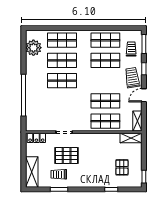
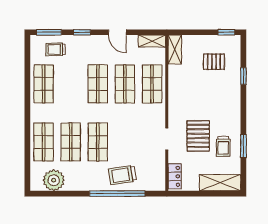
shop shelf: (105, 60) -> (98, 84), moved
trolley: (132, 78) -> (122, 175), moved

